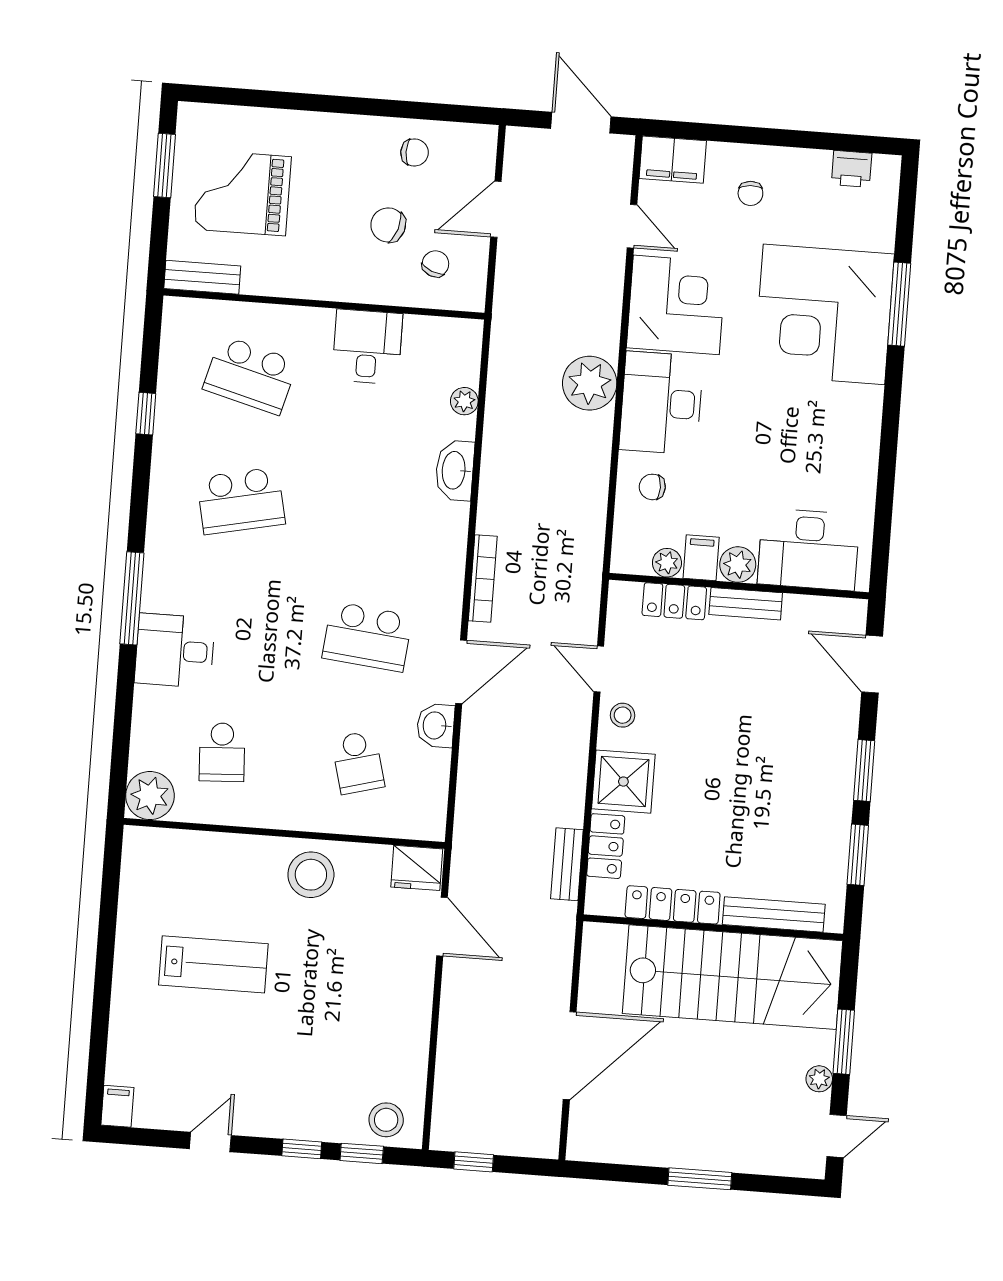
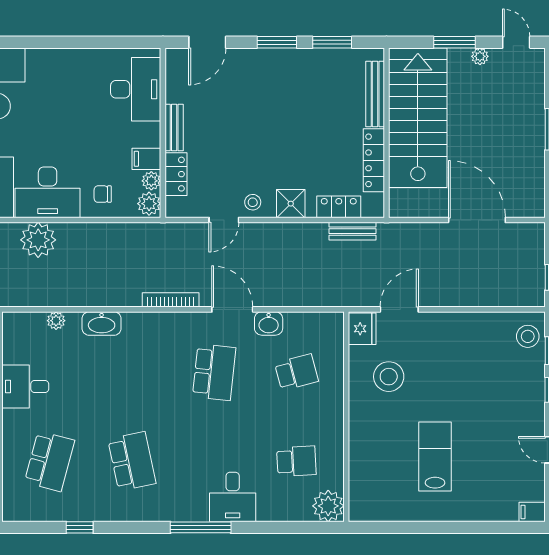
chair: (652, 487) -> (103, 194), turned 90
plant: (738, 565) -> (149, 204), moved
shower: (623, 782) -> (291, 204), width x0.73, depth x0.73
stool: (311, 875) -> (389, 377), moved

